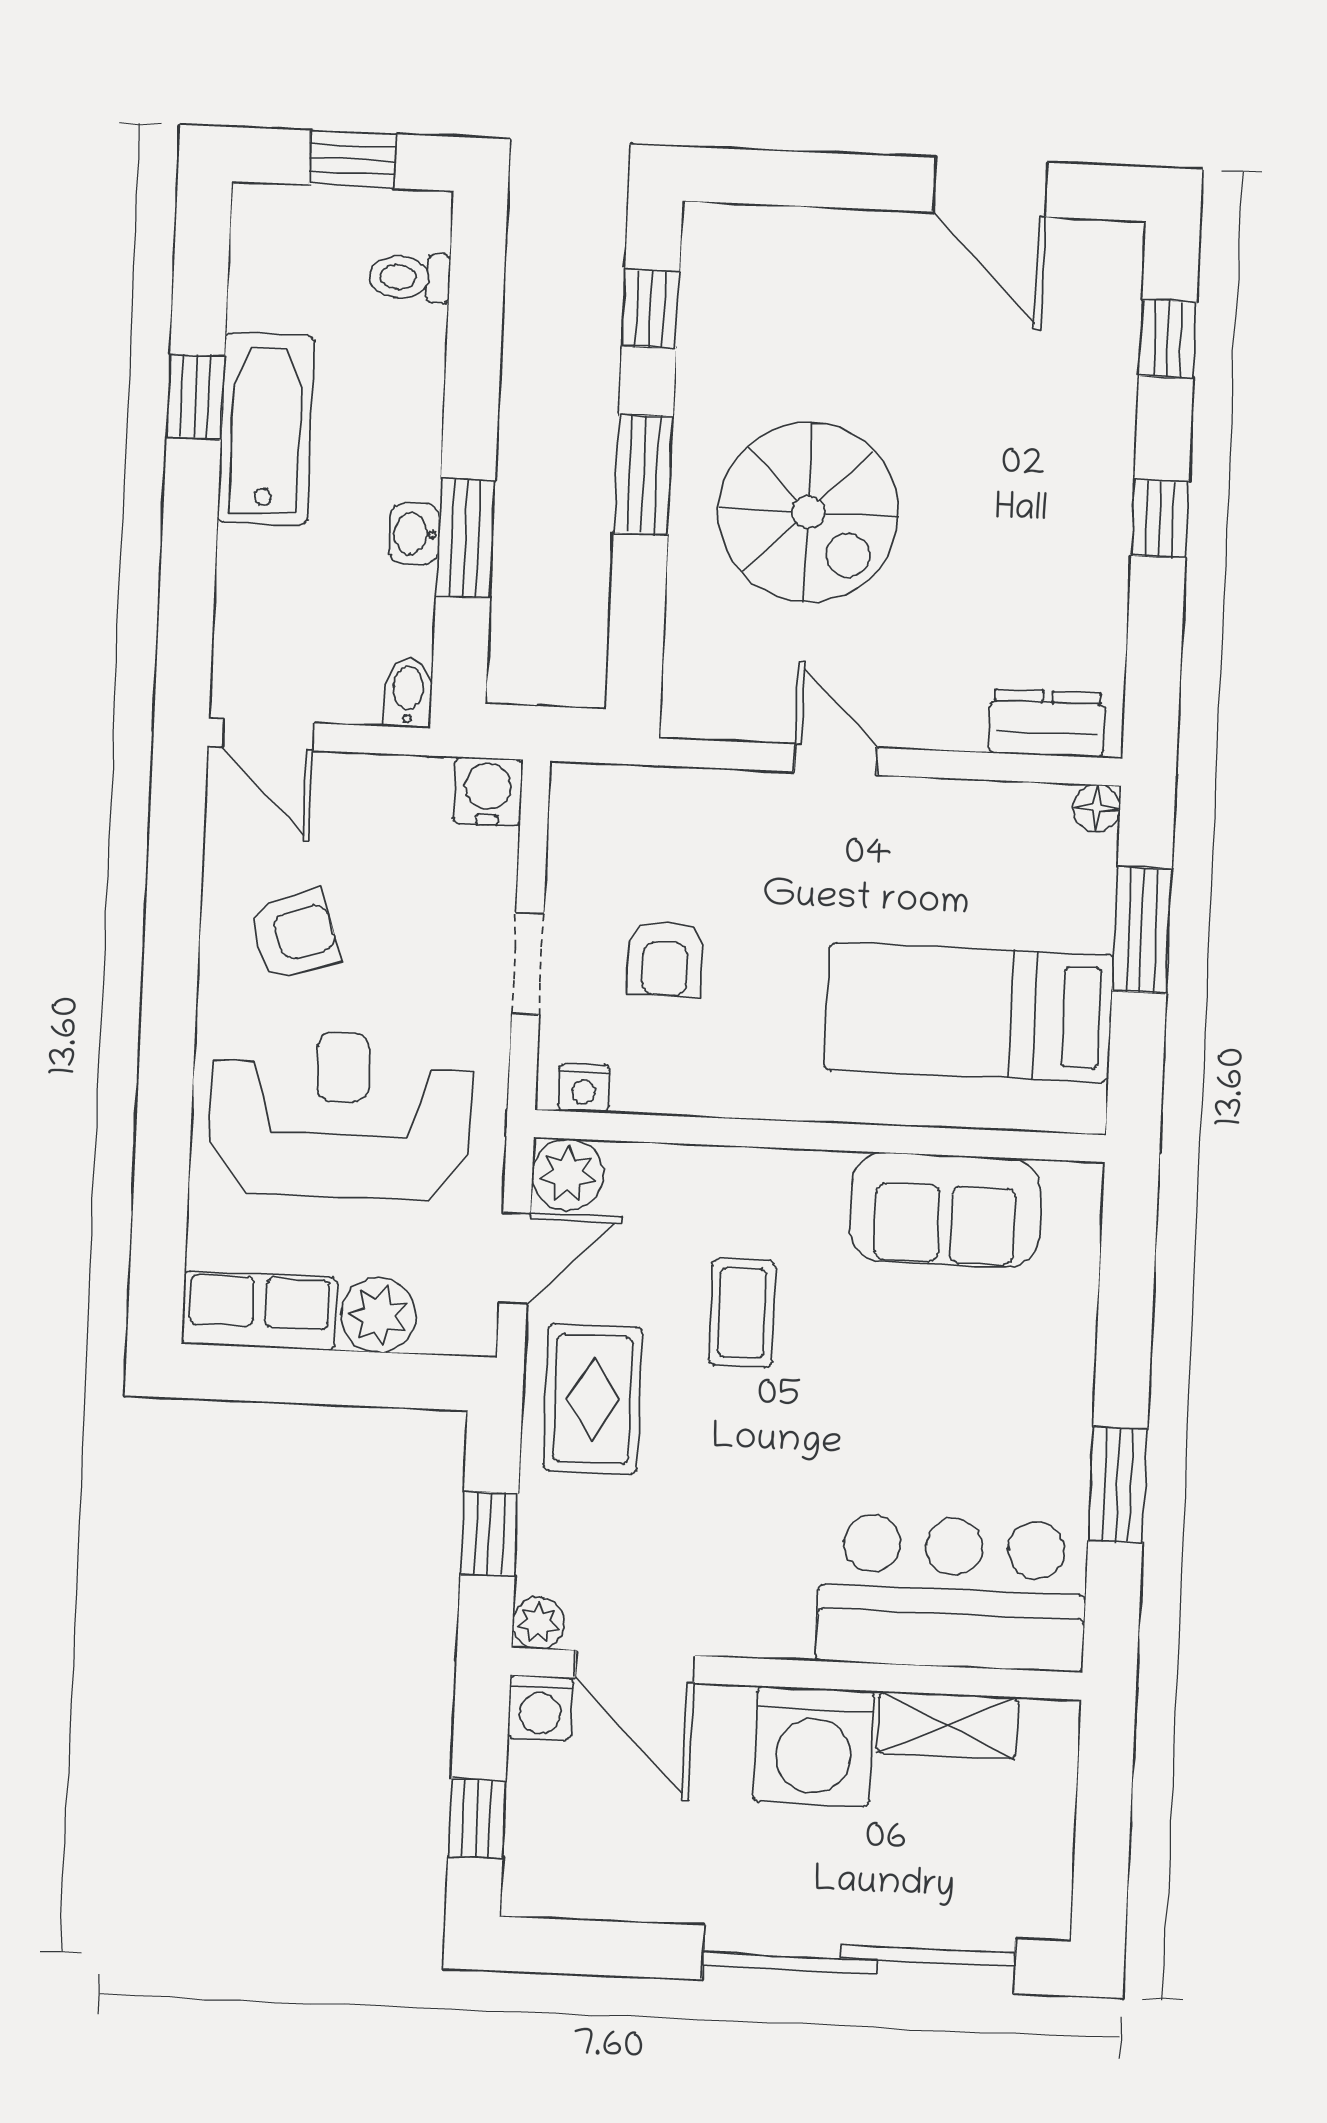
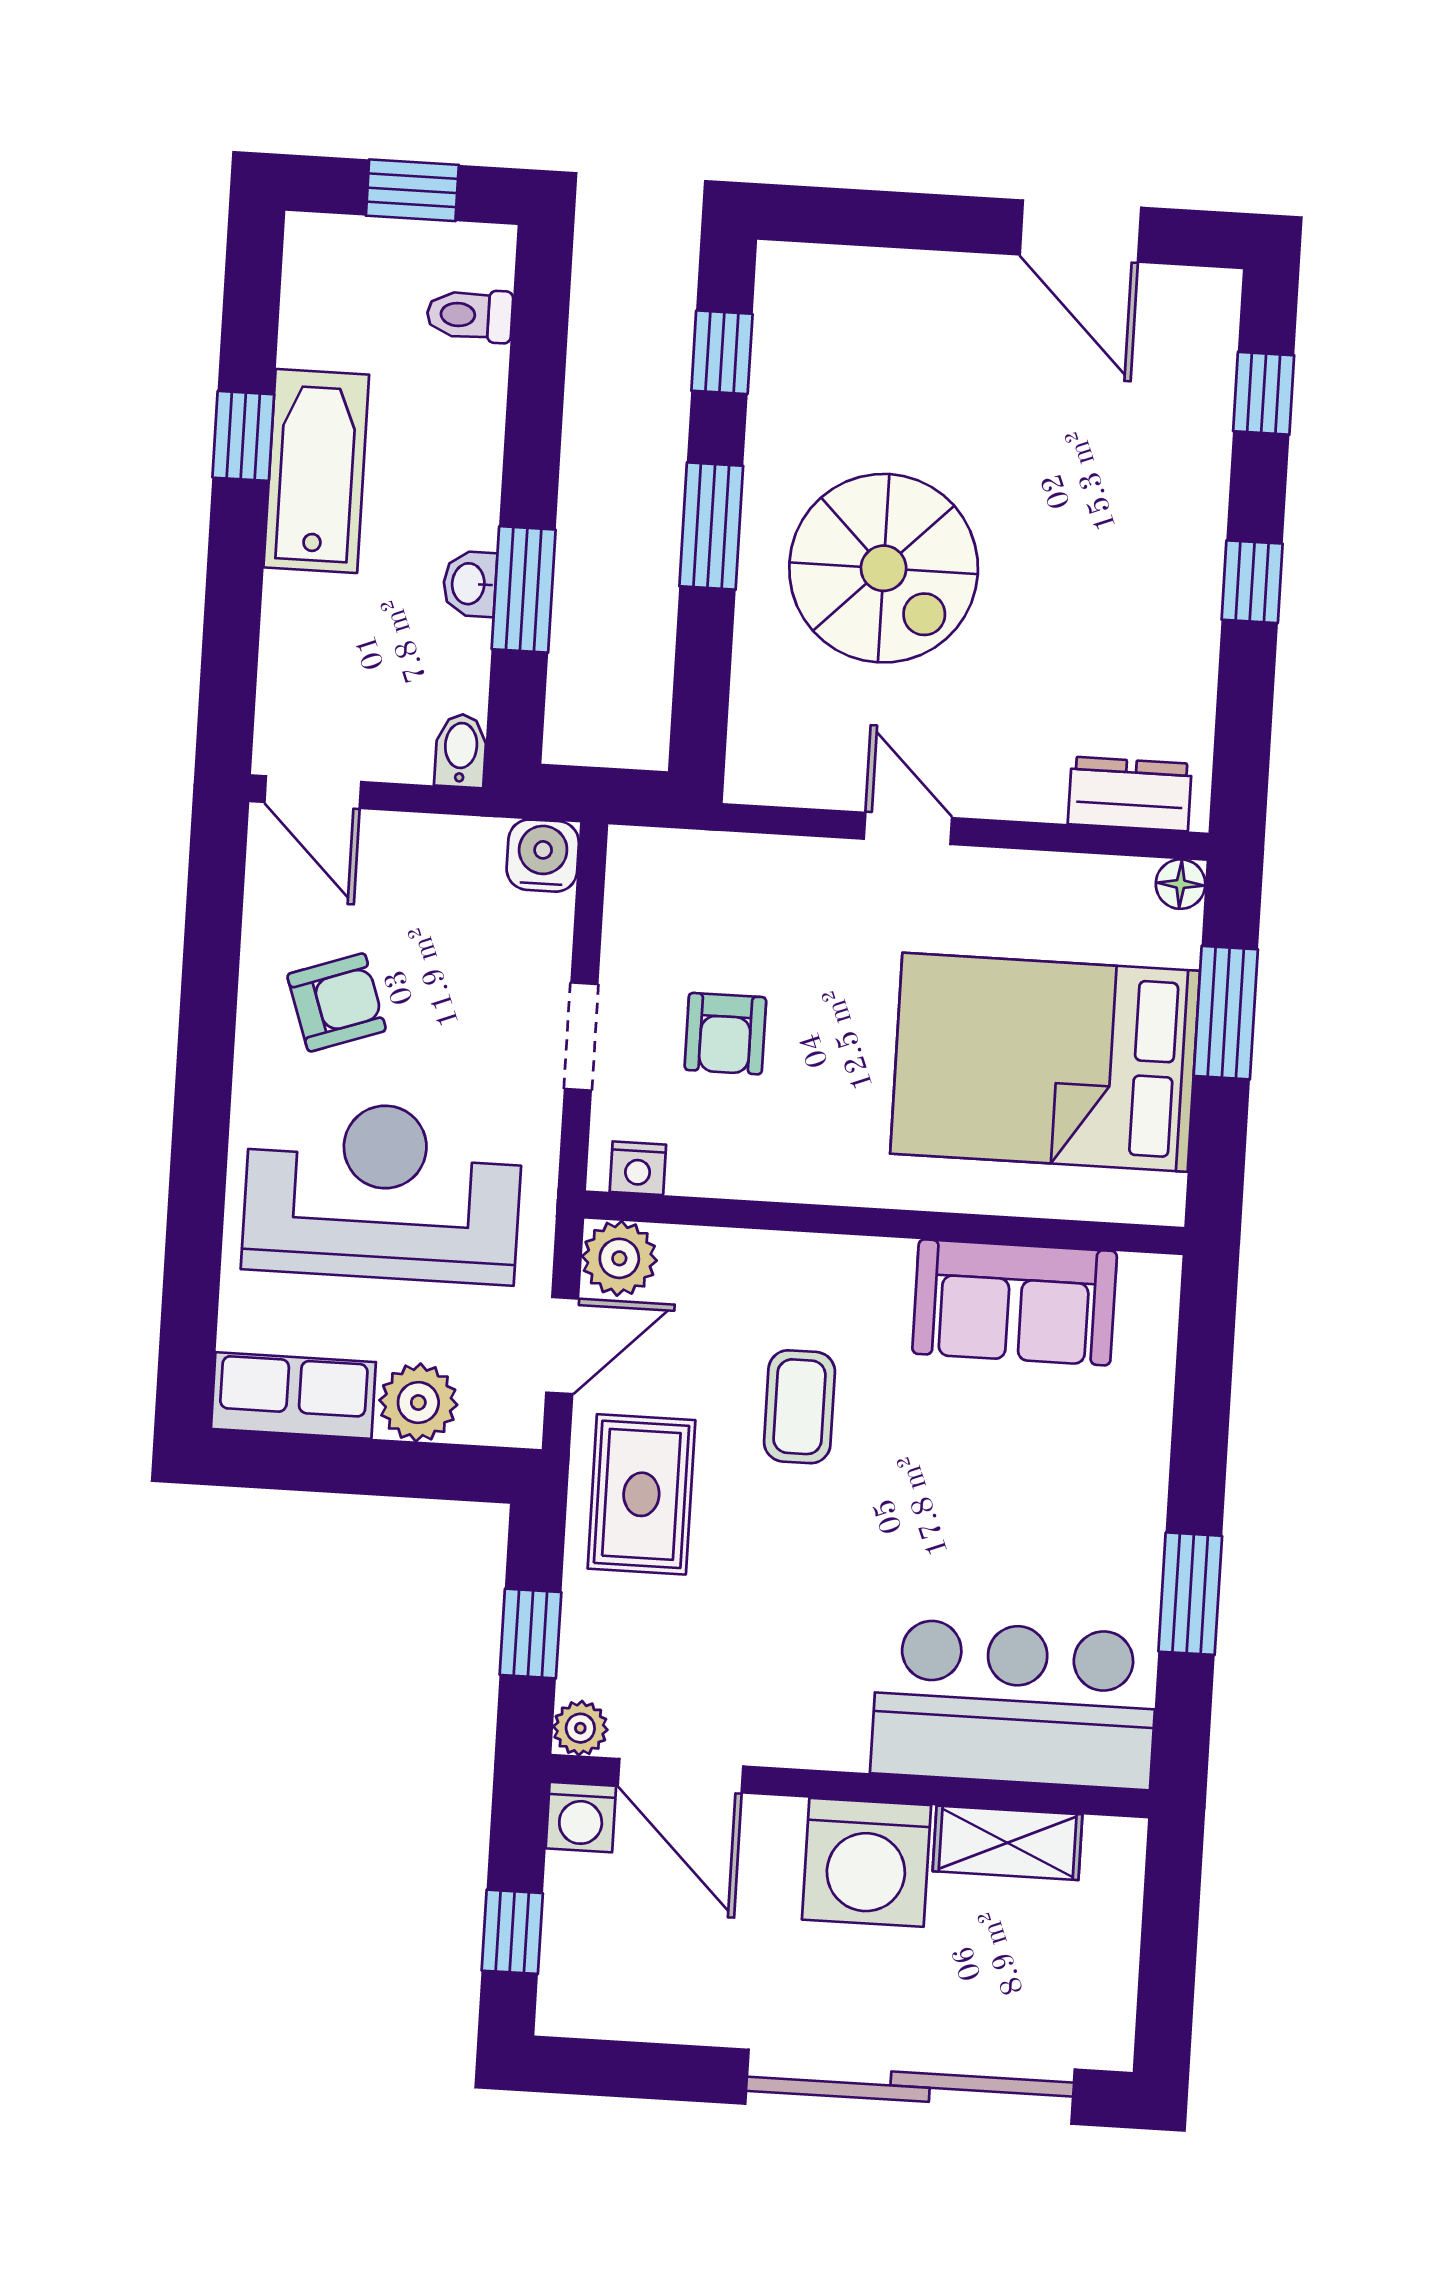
bed: (969, 1012) -> (1045, 1062), width x1.50

